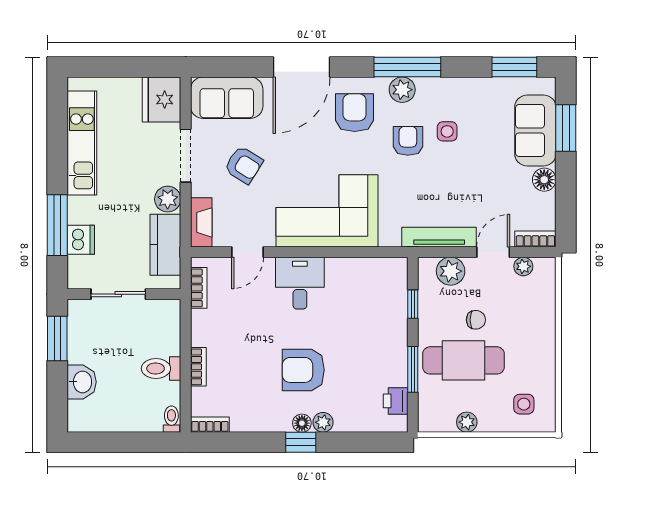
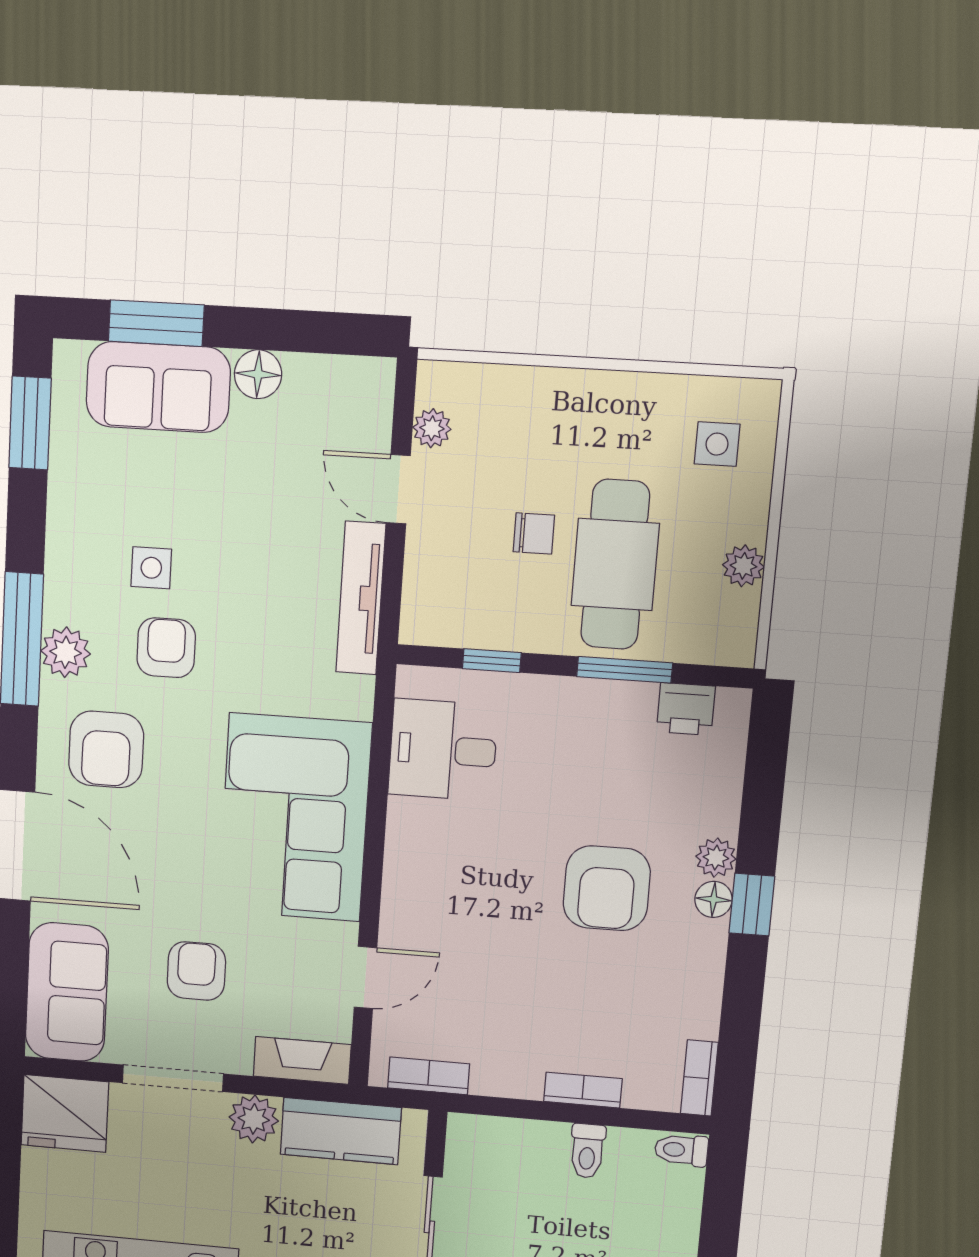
armchair: (355, 113) -> (106, 749), turned -90
armchair: (408, 141) -> (166, 648), turned 90
armchair: (244, 165) -> (196, 971), turned -32
bookcase: (535, 239) -> (378, 400), removed
door: (248, 252) -> (365, 977), hinge flipped
plant: (451, 271) -> (431, 579), removed
desk: (300, 283) -> (443, 750), moved
chair: (476, 320) -> (534, 533), turned 90
toilet: (161, 368) -> (587, 1151), width x0.73, depth x0.72

